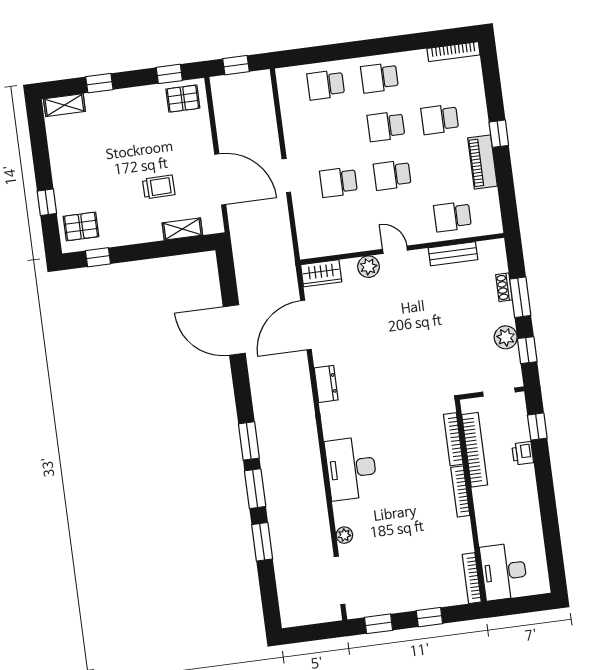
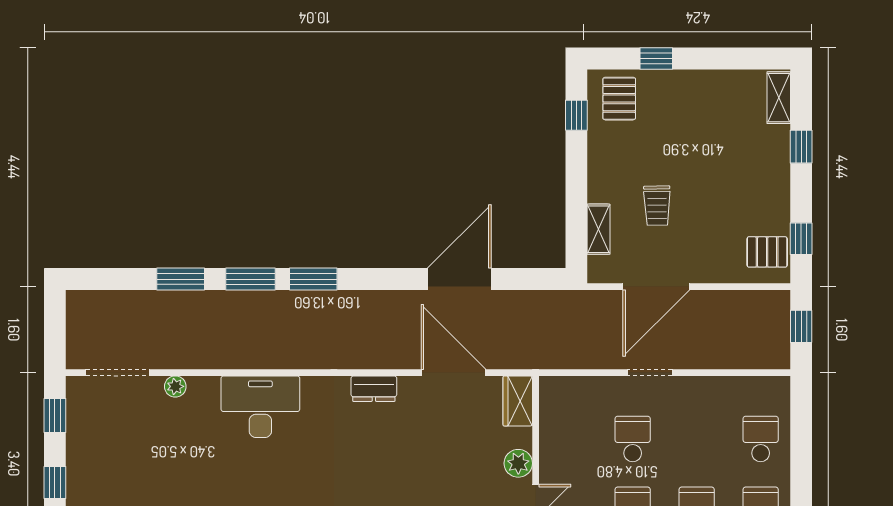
pallet: (183, 99) -> (767, 252), turned 90

